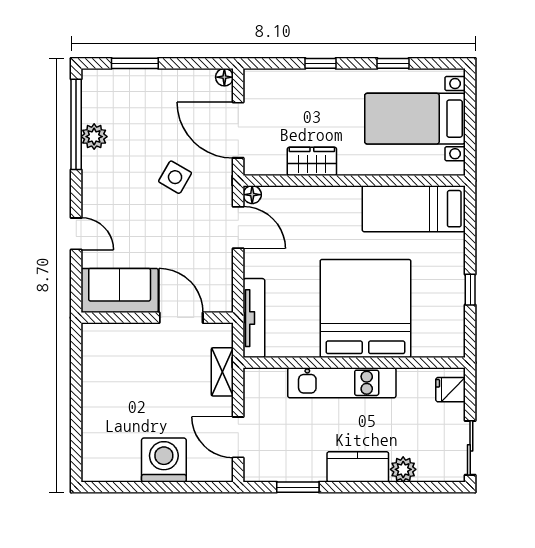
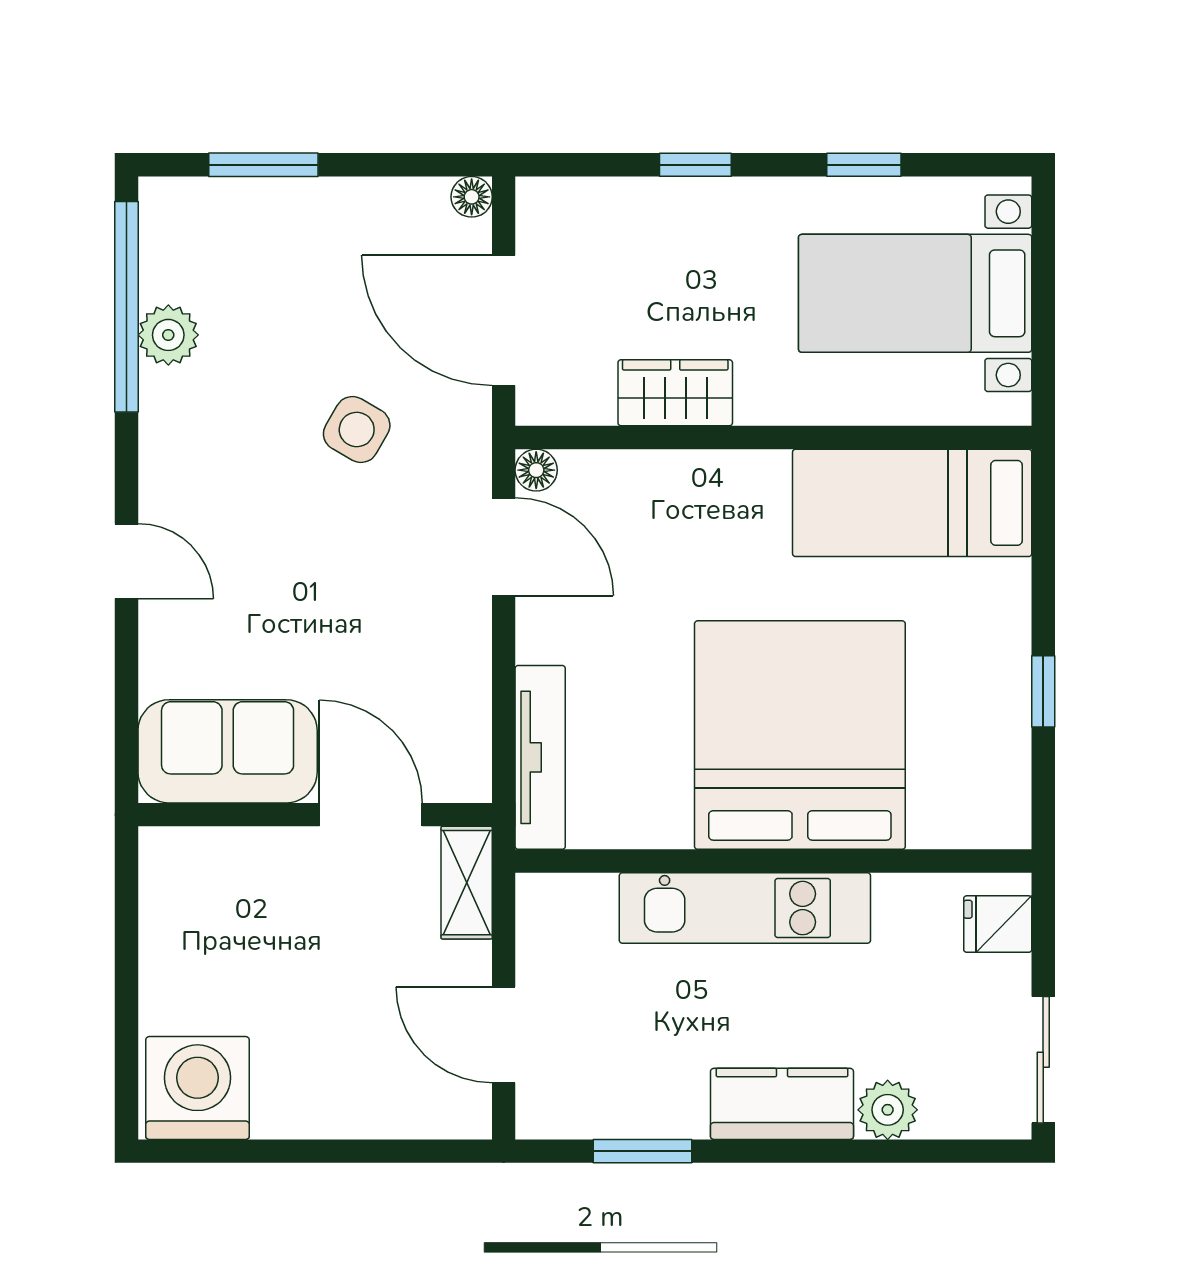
sofa: (120, 290) -> (228, 751), moved
wall: (157, 318) -> (315, 815), moved
door: (181, 318) -> (371, 815), moved
washing machine: (164, 460) -> (198, 1088), moved

